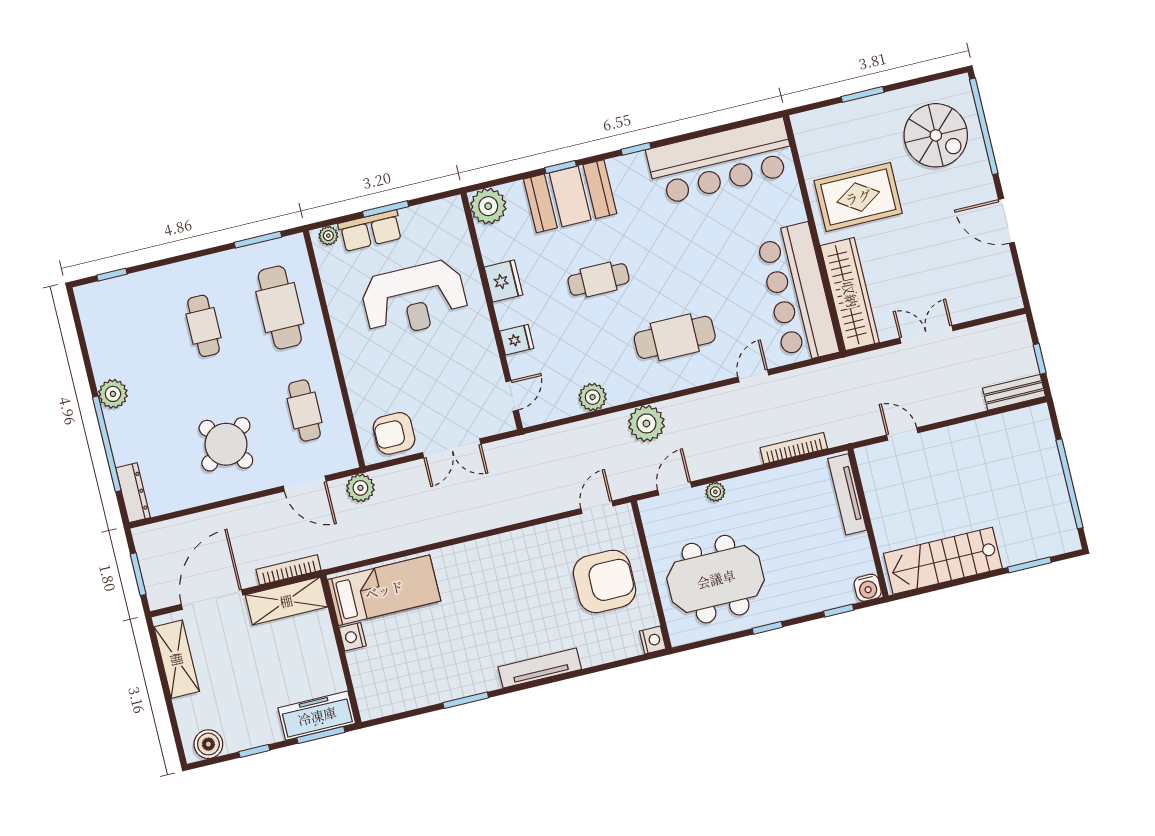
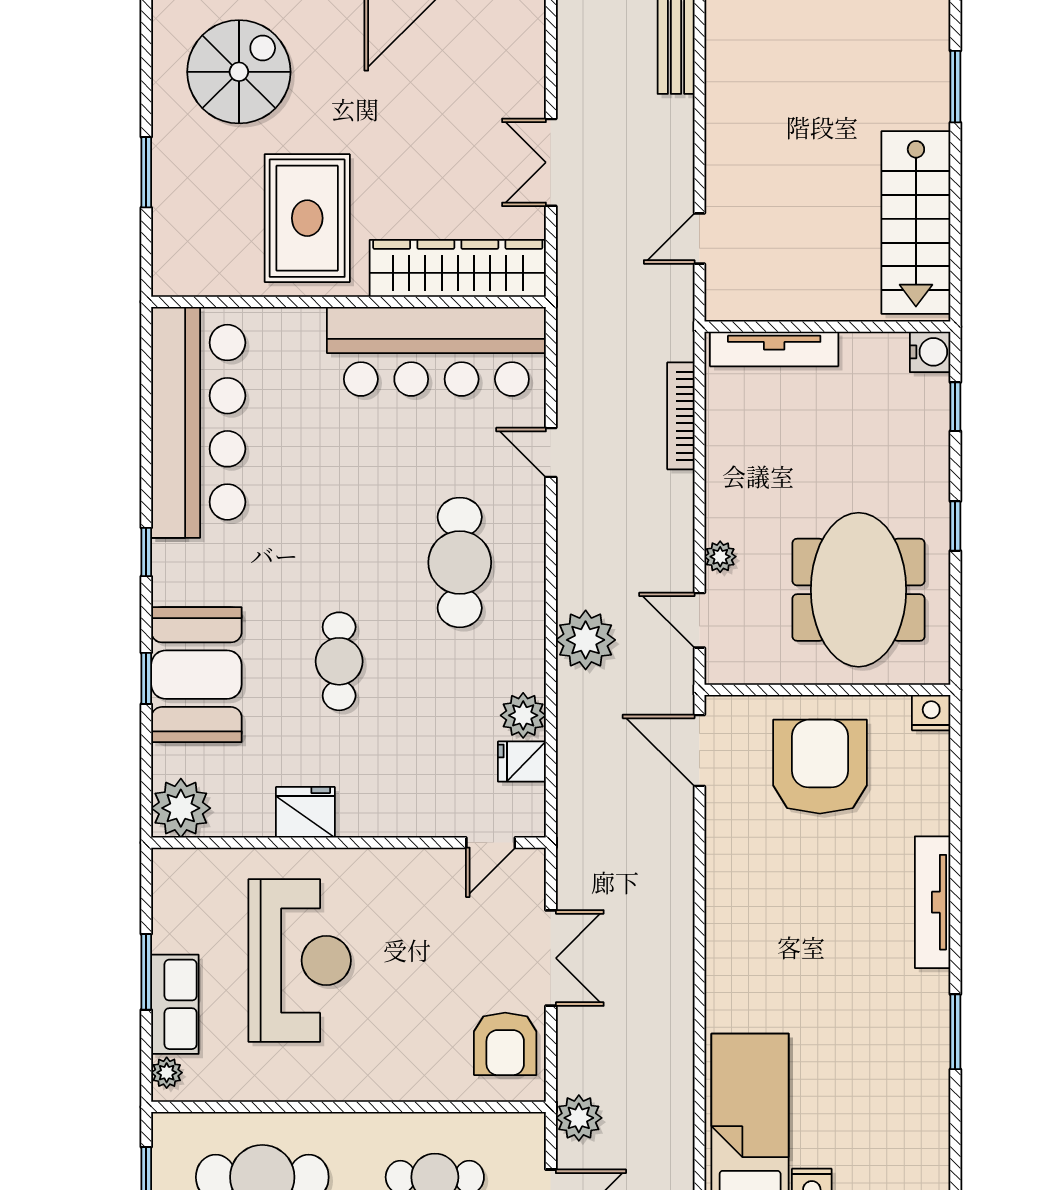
fridge: (517, 340) -> (522, 762), moved, turned -90
door: (512, 396) -> (491, 843), swing flipped
door: (597, 507) -> (699, 750), width x1.38

